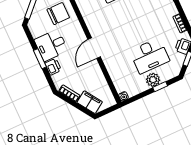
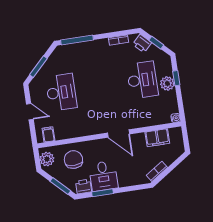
window: (40, 59) -> (102, 193), moved
printer: (53, 67) -> (83, 187), moved
filing cabinet: (90, 102) -> (157, 138), moved, turned -146

